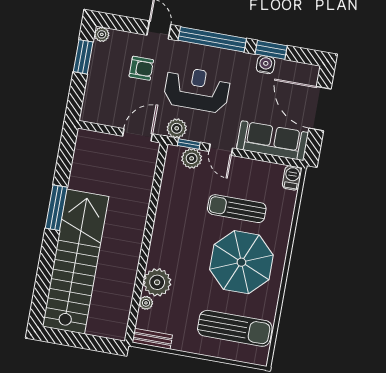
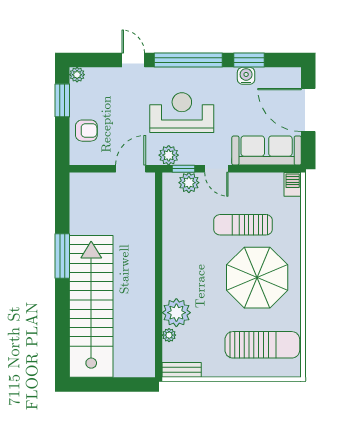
armchair: (141, 68) -> (86, 131), moved

